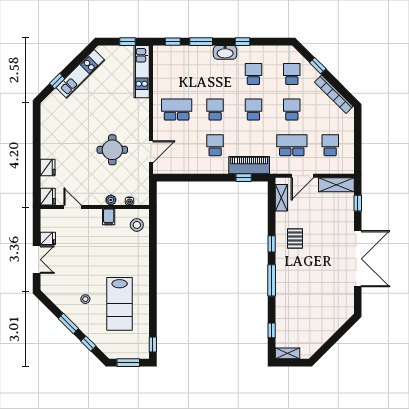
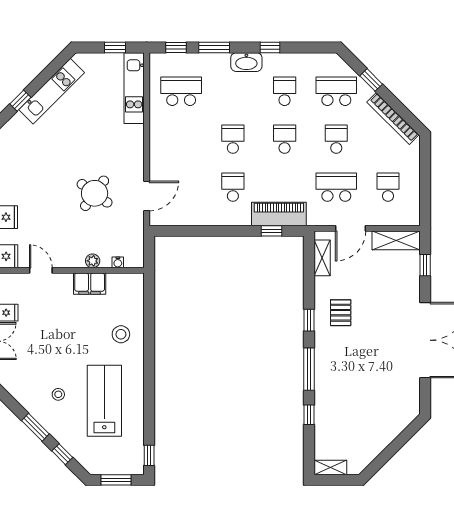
school desk: (292, 74) -> (336, 91), width x1.85
school desk: (177, 110) -> (181, 91), moved
round table: (112, 150) -> (95, 193), turned 36
filing cabinet: (109, 217) -> (90, 284), width x2.00
stool: (137, 225) -> (121, 334), moved
lab bench: (120, 304) -> (104, 401), turned 180
window: (272, 330) -> (309, 415), moved

